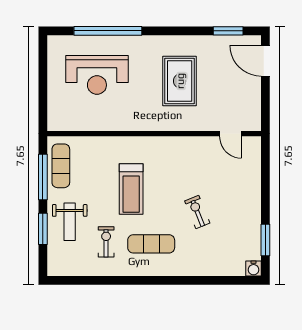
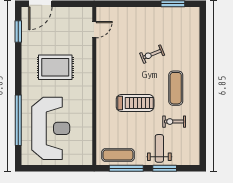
reception desk: (97, 75) -> (51, 128), width x1.36, depth x1.30
weight bench: (70, 222) -> (159, 148), turned -90
water cooler: (253, 268) -> (194, 13), removed

